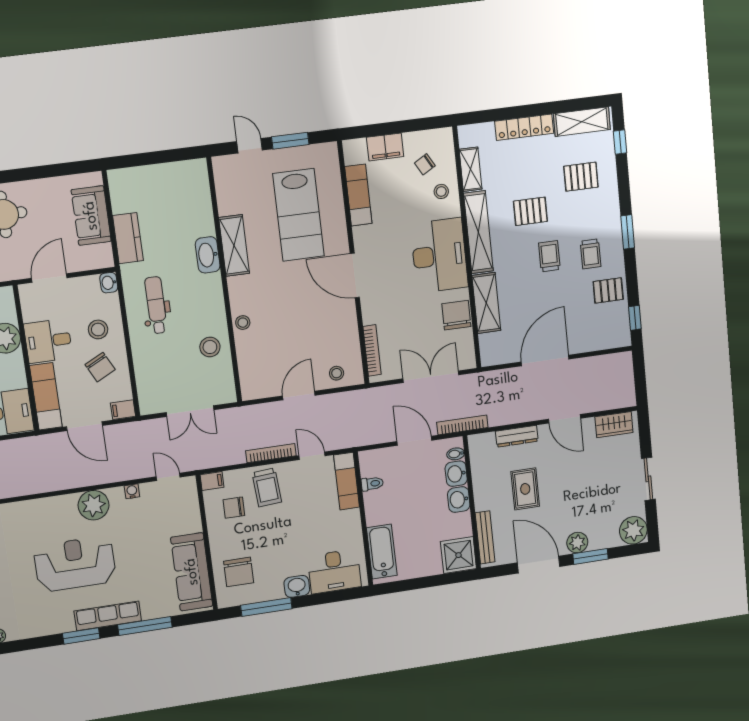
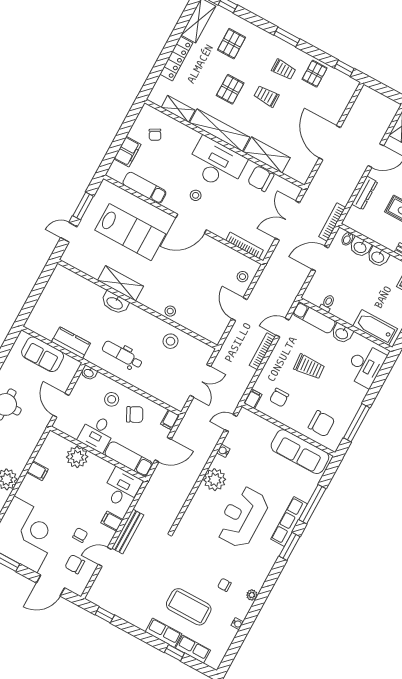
stool: (441, 191) -> (196, 195), moved
trolley: (267, 487) -> (309, 367), moved
washbasin: (297, 586) -> (342, 333), moved, turned -90

